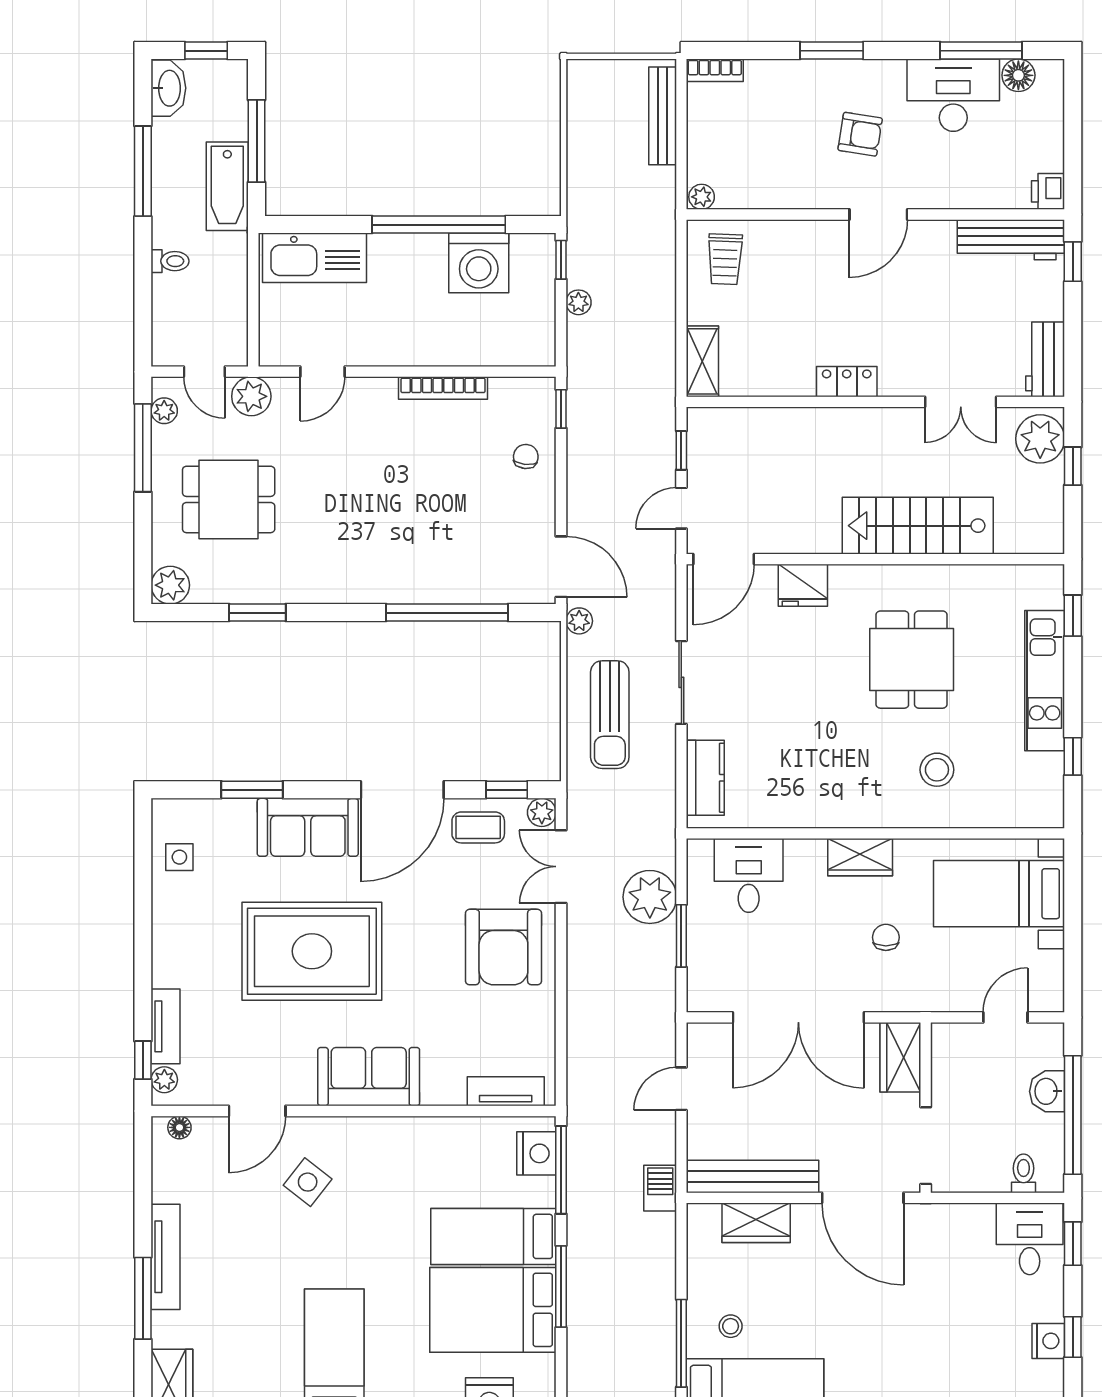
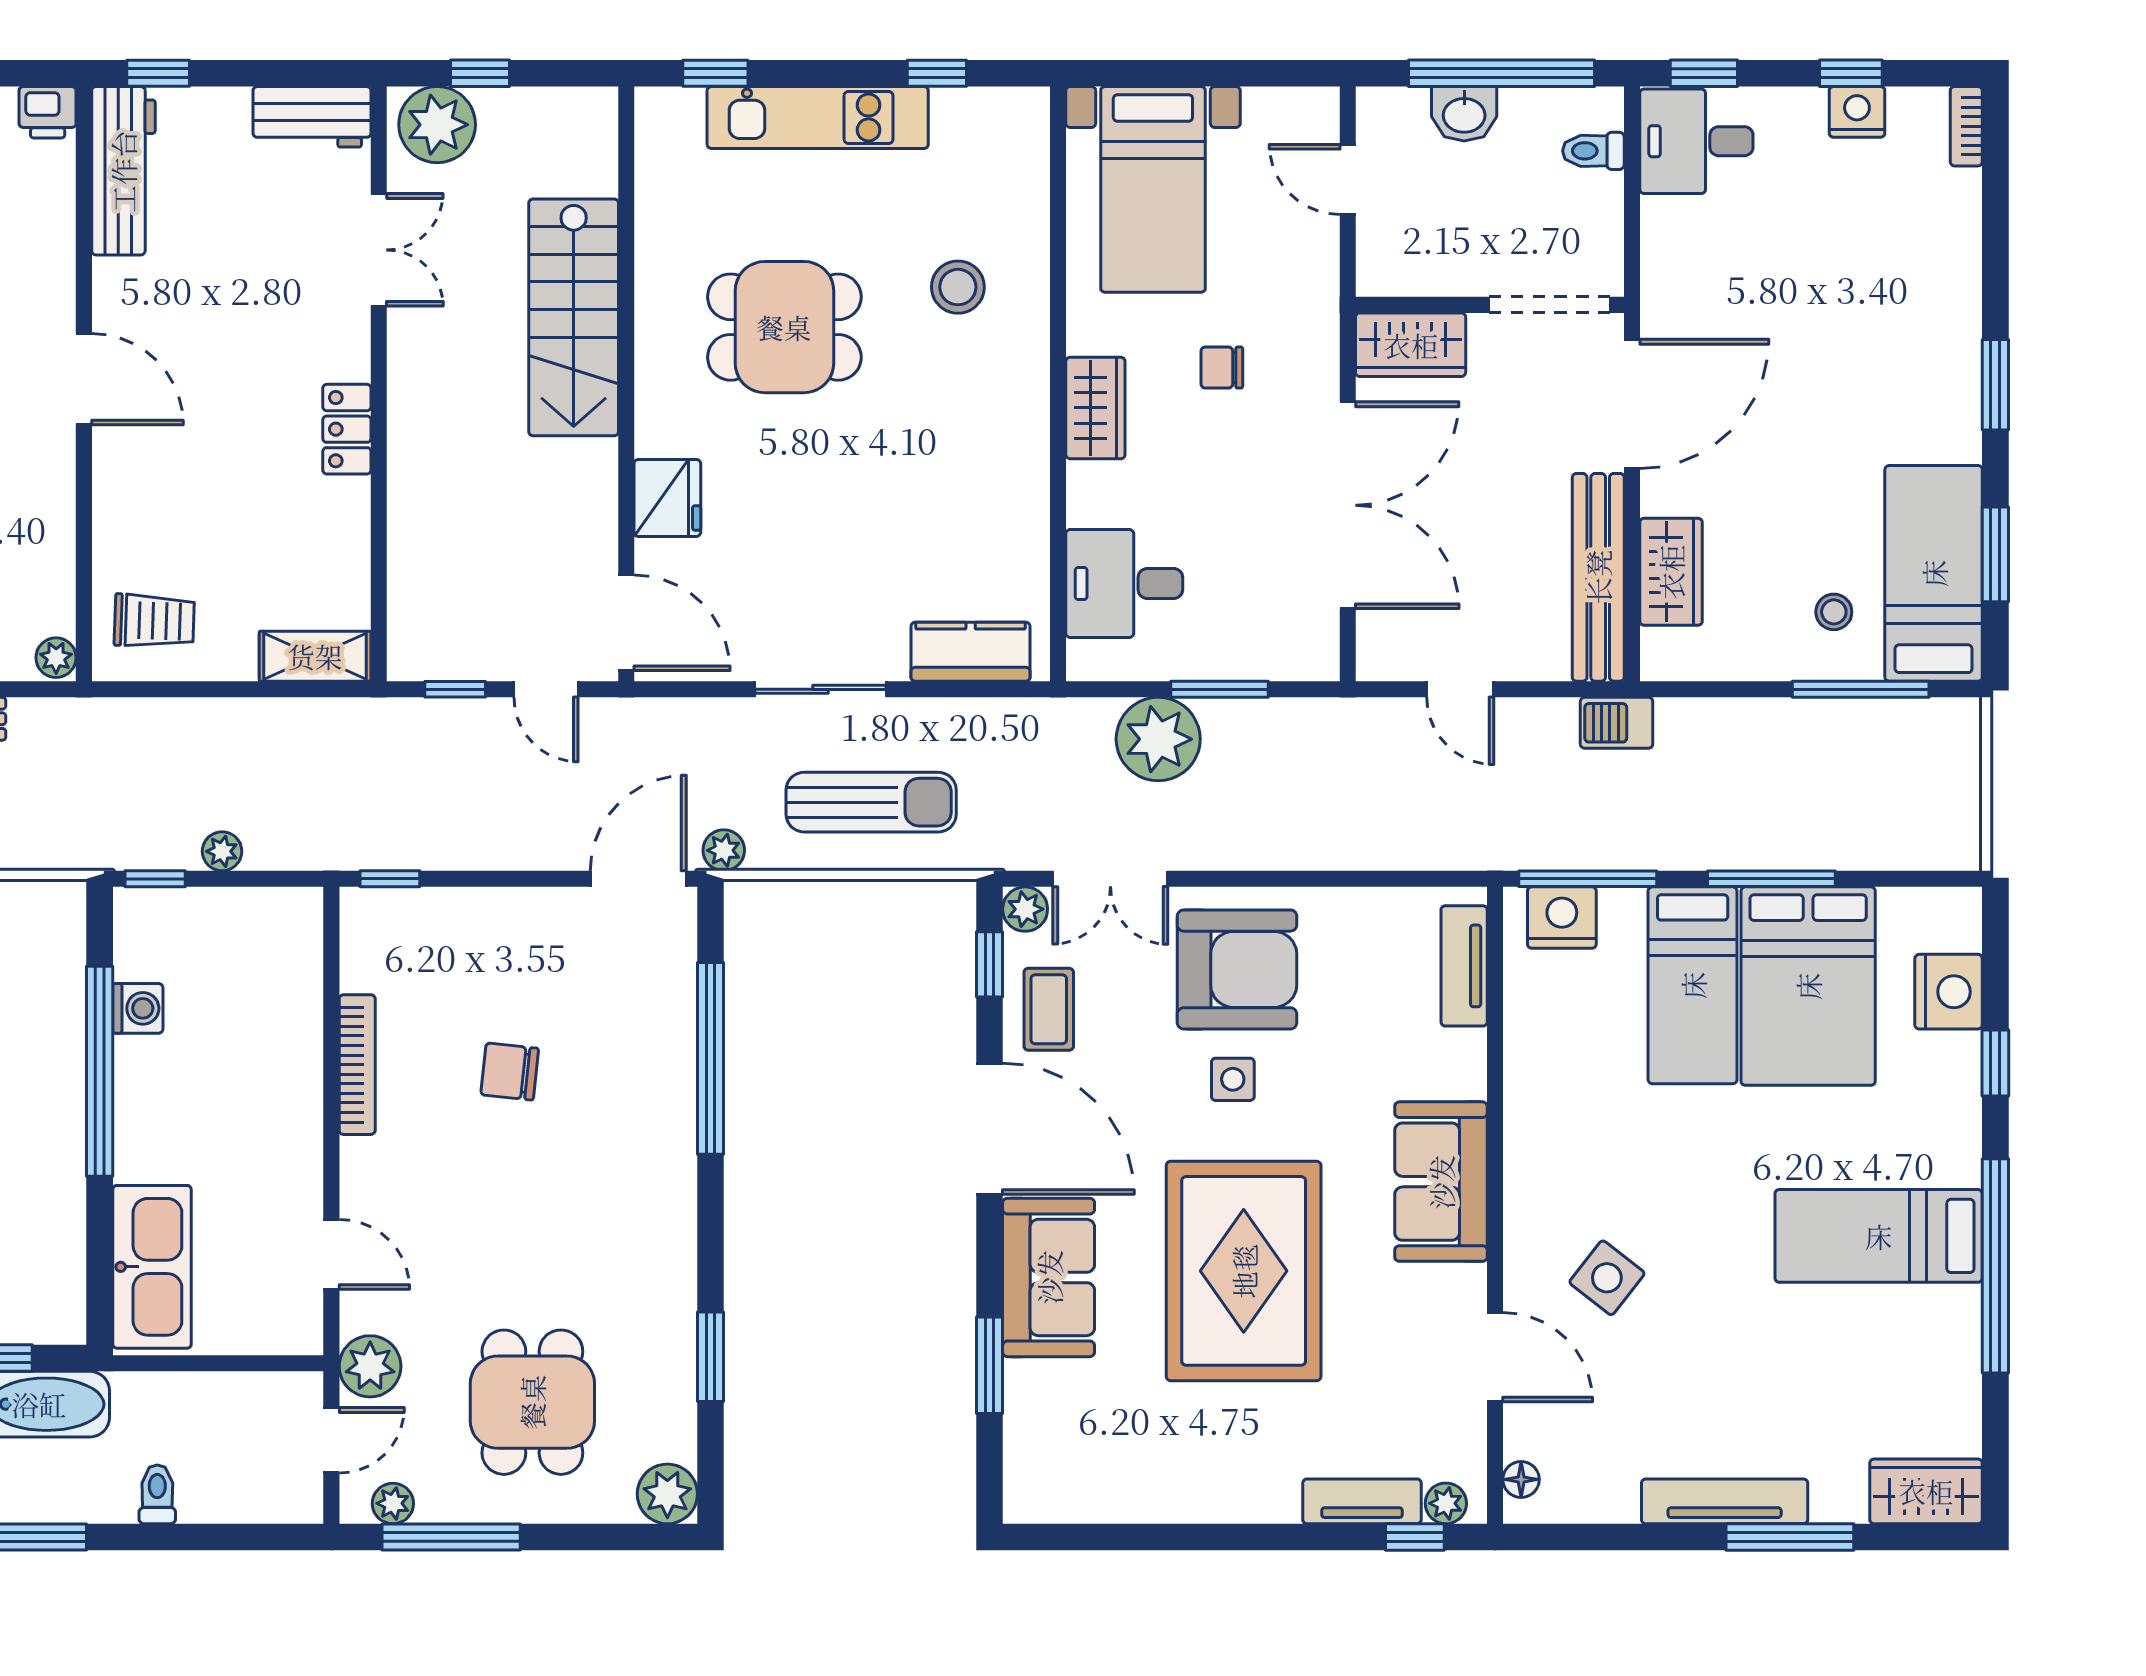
washing machine: (479, 263) -> (138, 1008), width x0.53, depth x0.53
chair: (526, 457) -> (510, 1072), moved, width x1.37, depth x1.37
side table: (179, 857) -> (1233, 1079), moved

